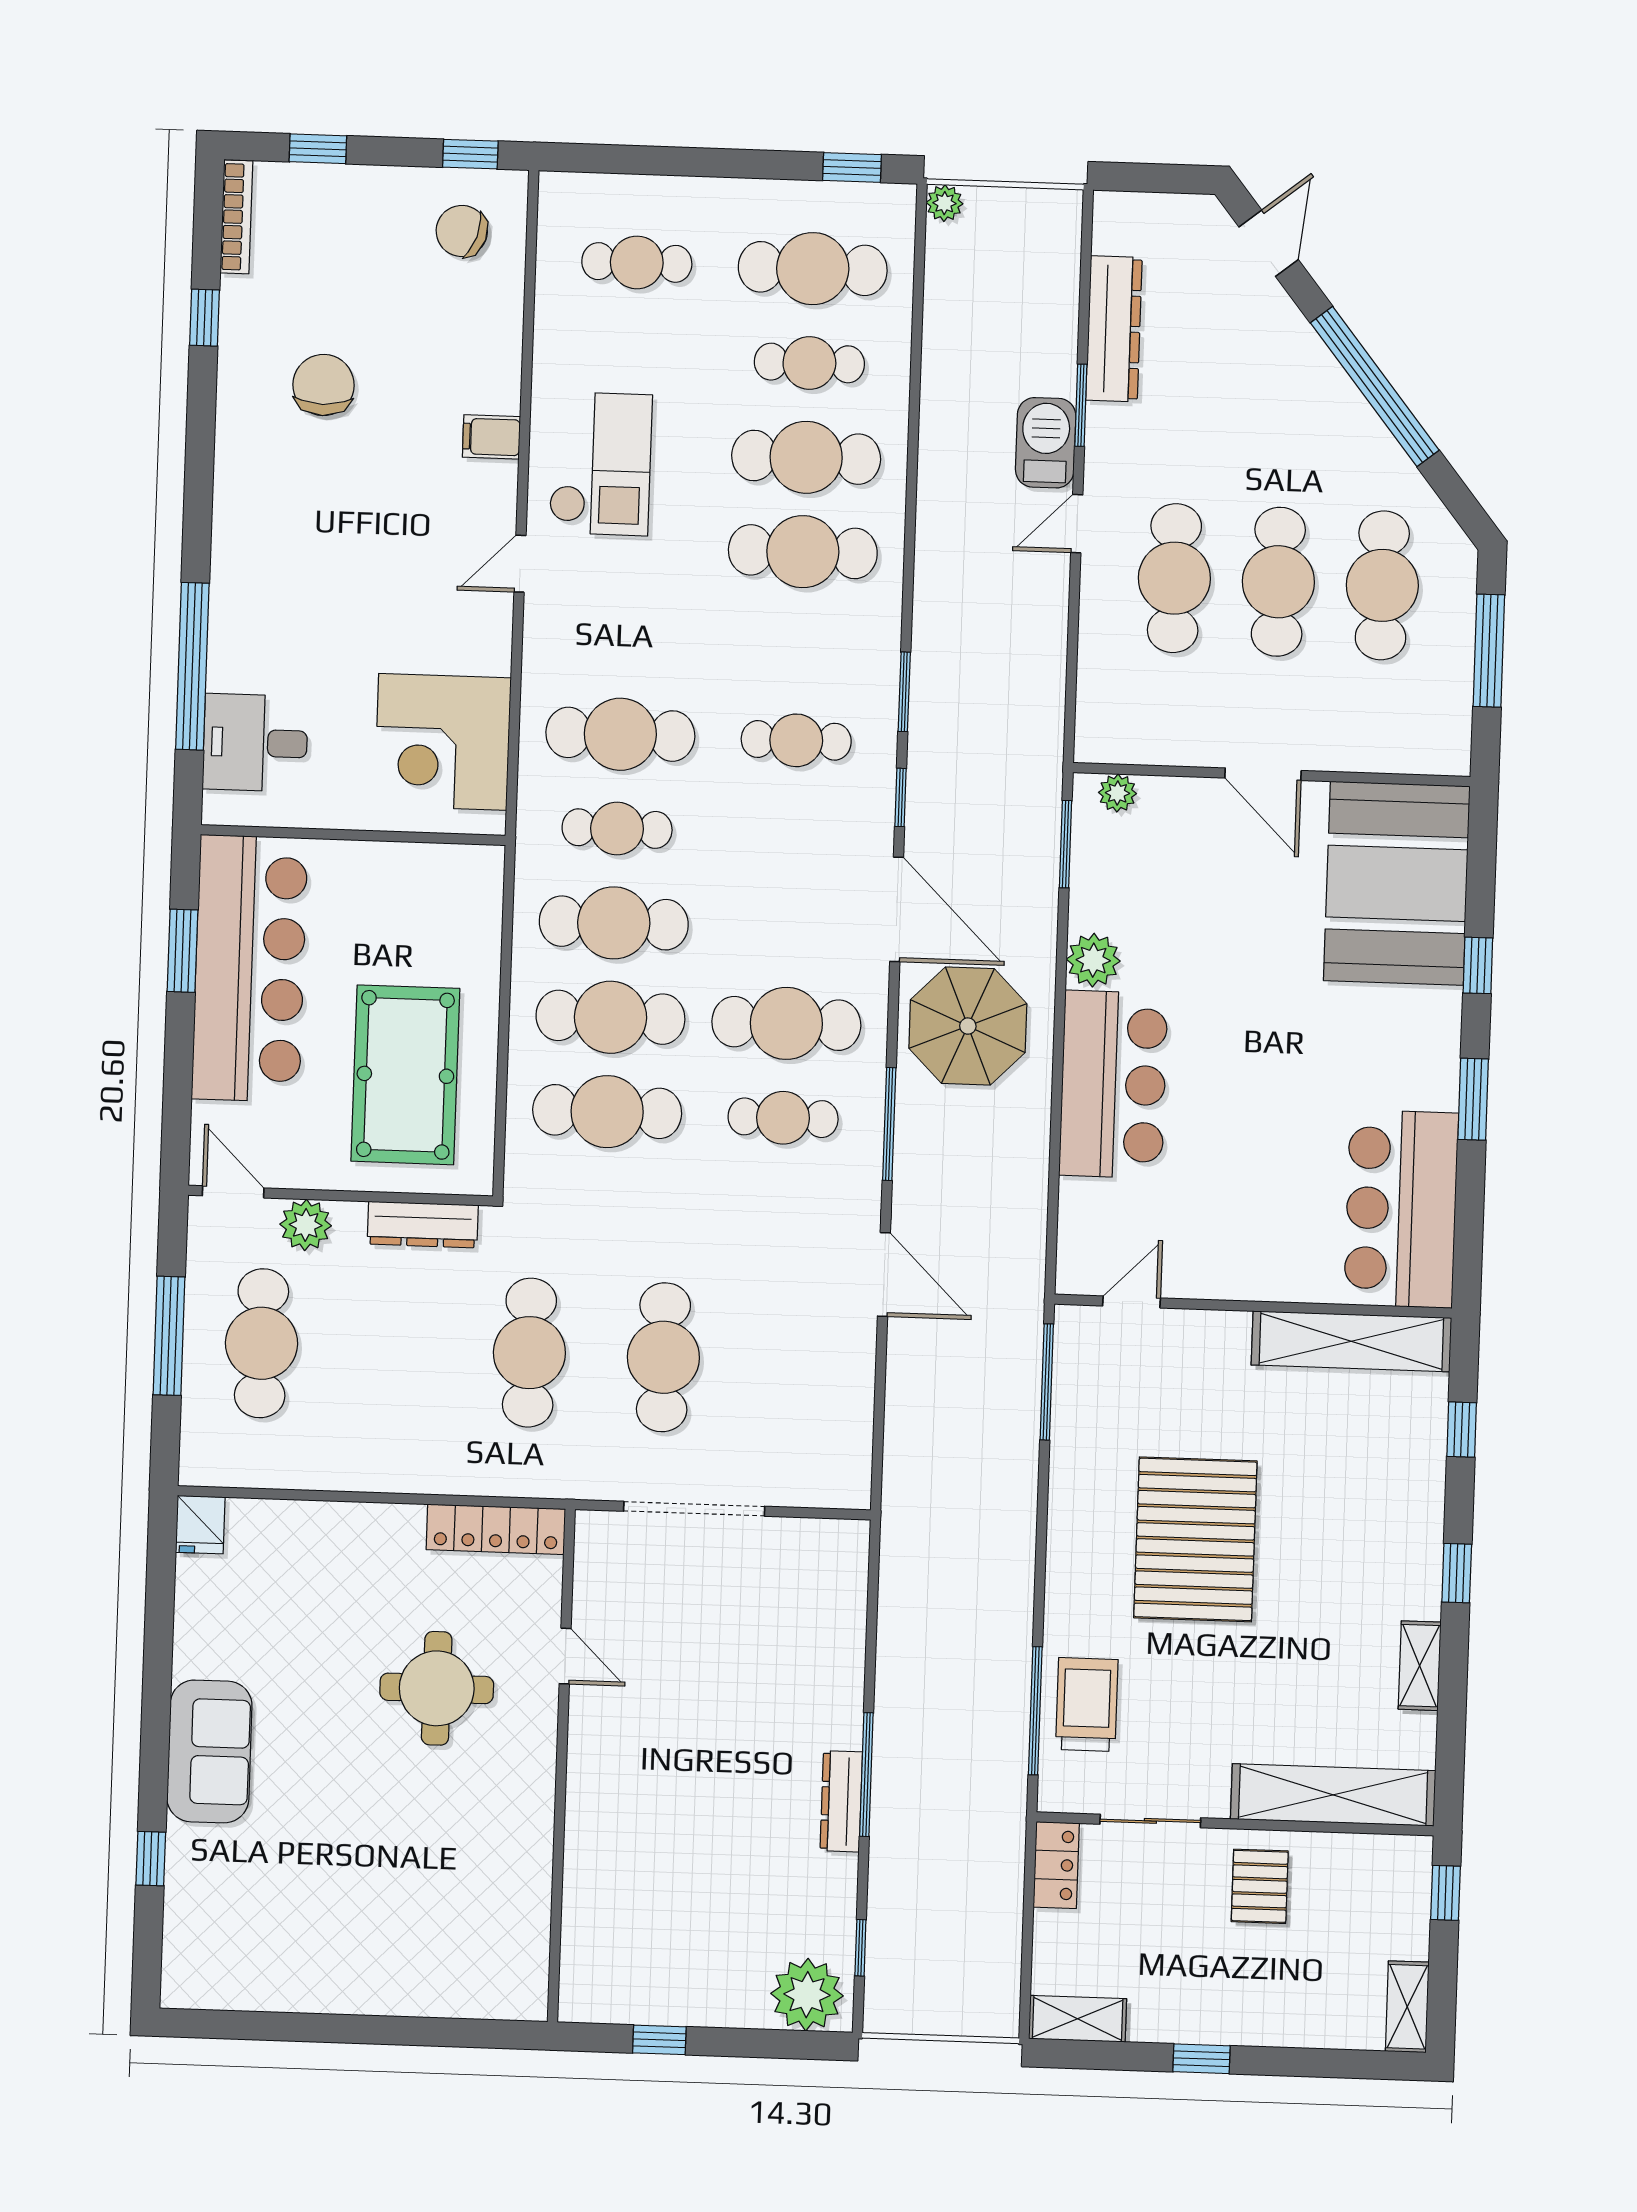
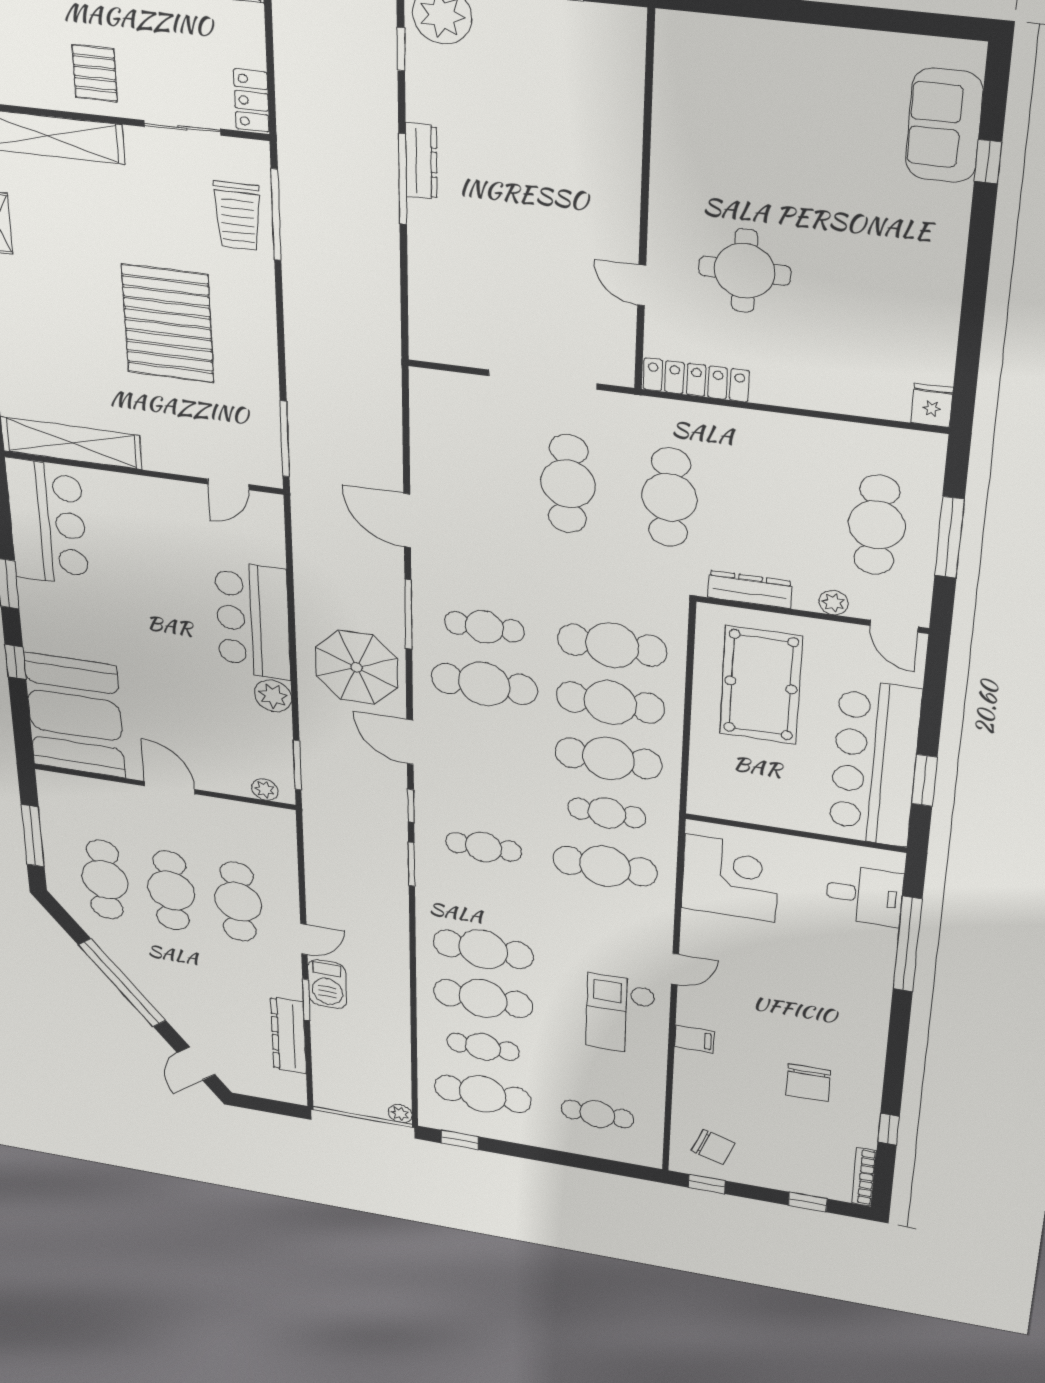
door: (897, 909) -> (410, 742), width x0.73
plant: (306, 1225) -> (833, 603), width x0.73, depth x0.73
sofa: (209, 1751) -> (944, 125), moved

